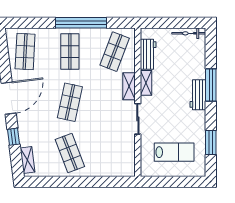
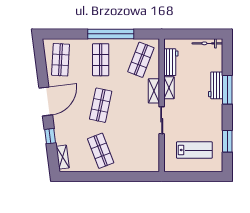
workbench: (198, 95) -> (216, 85), moved

